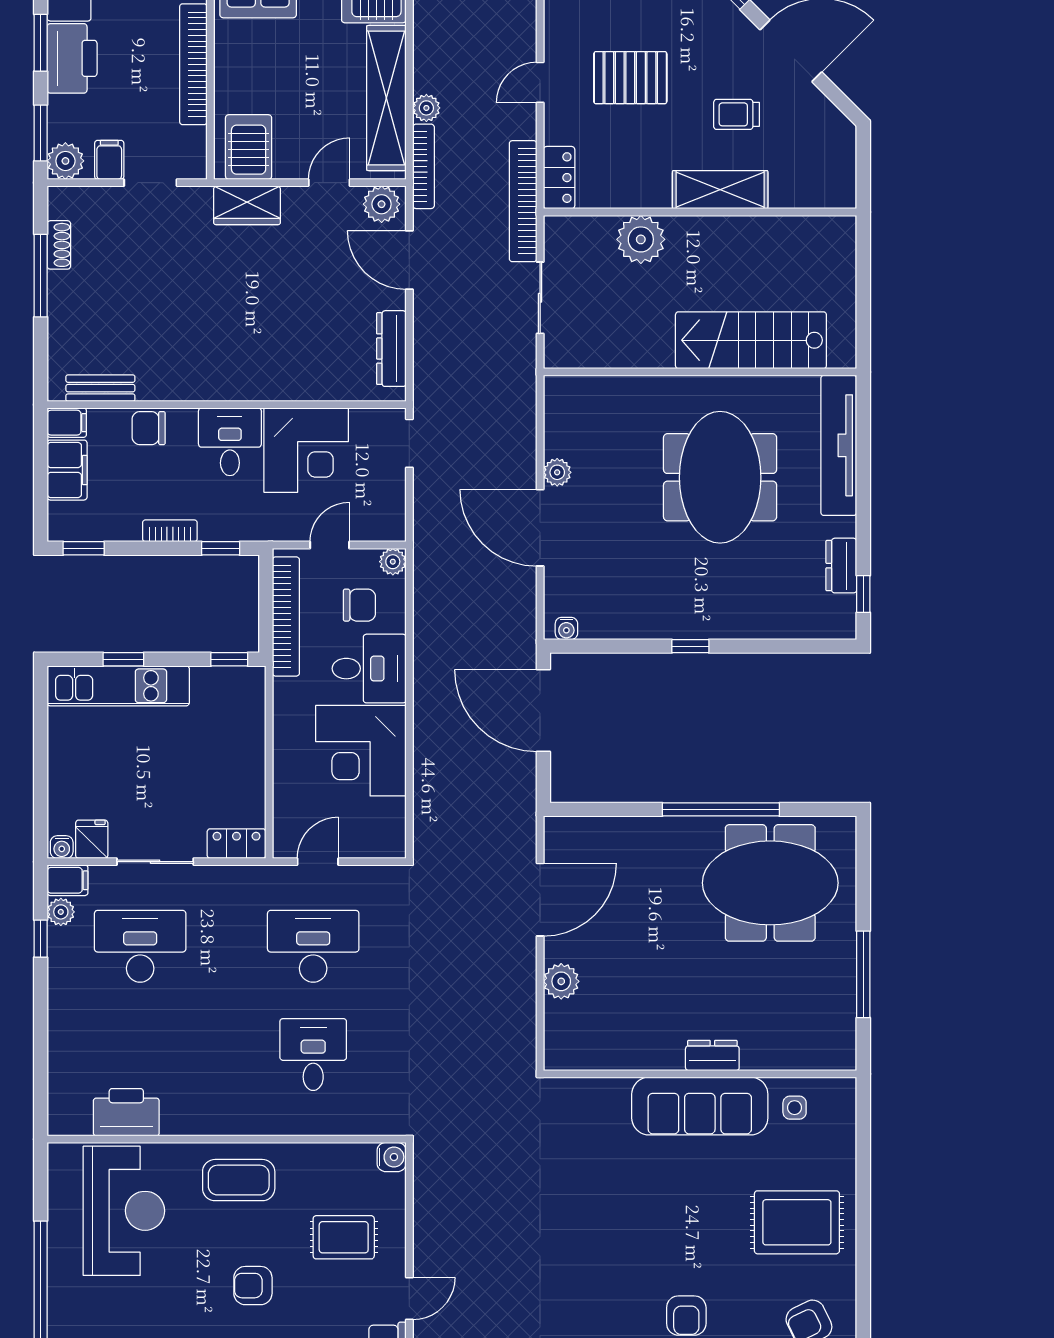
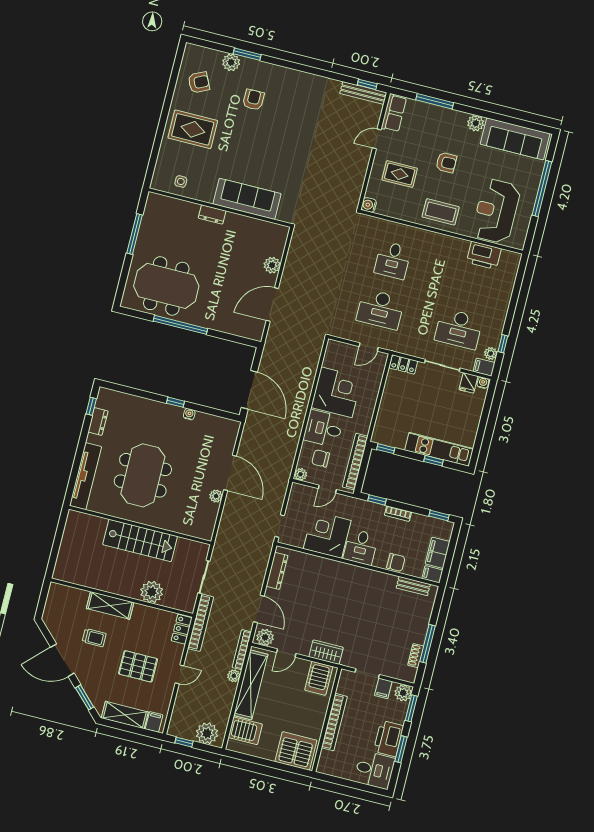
stairs: (751, 340) -> (140, 541), moved
water cooler: (566, 628) -> (189, 414), moved
sofa: (700, 1106) -> (247, 199), moved

